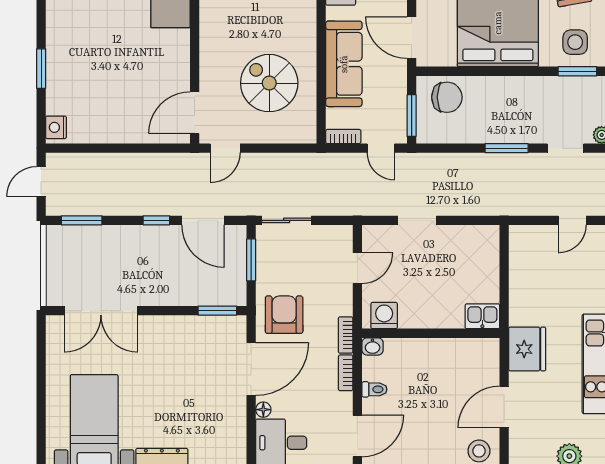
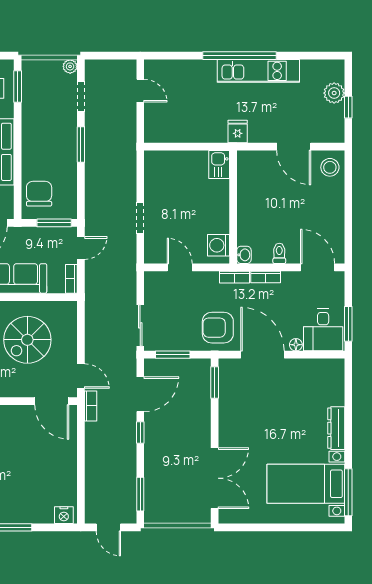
bookcase: (189, 160) -> (91, 406), added
fridge: (527, 349) -> (238, 132), width x0.53, depth x0.75

